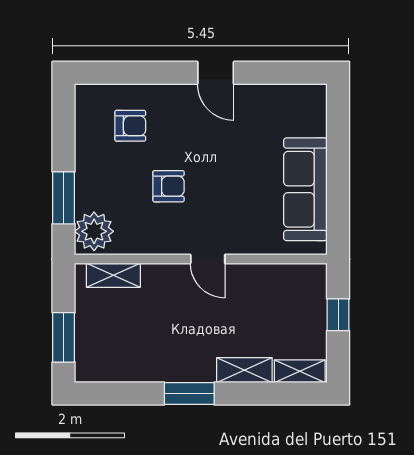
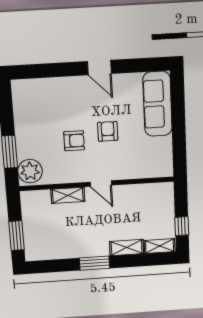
armchair: (130, 126) -> (108, 131), moved, turned -90
sofa: (305, 189) -> (157, 104), moved
shelving: (113, 275) -> (68, 195), moved
window: (338, 315) -> (182, 226), moved

